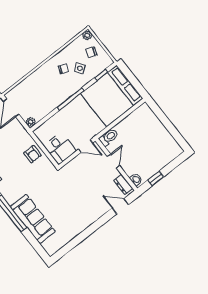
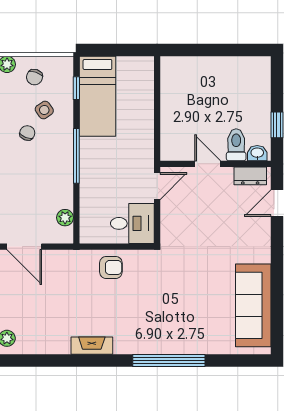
bed: (112, 96) -> (97, 96), width x0.49
plant: (31, 122) -> (65, 218), moved
toilet: (109, 137) -> (236, 145), moved
sofa: (33, 219) -> (253, 305), moved, turned -90

